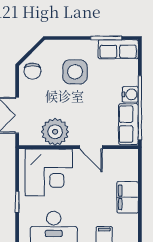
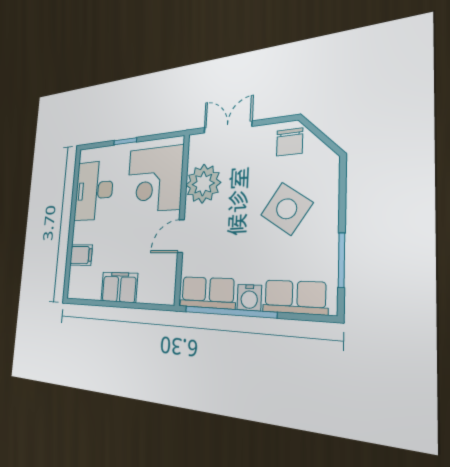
row of seats: (118, 49) -> (295, 297), moved, turned 90
chair: (32, 71) -> (290, 142), turned -90
side table: (75, 72) -> (287, 209), turned 34

